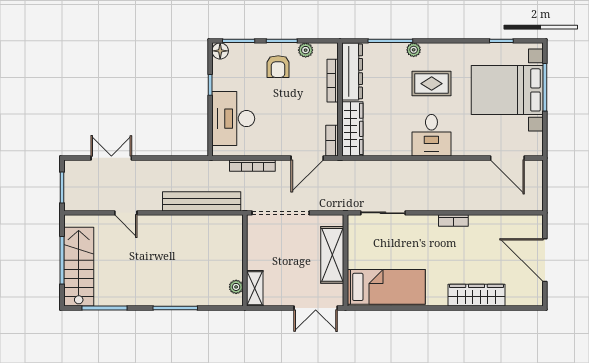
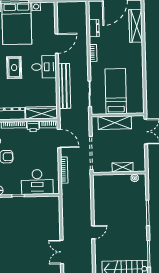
printer: (329, 114) -> (33, 126), added
door: (507, 158) -> (57, 43), moved
bench: (202, 201) -> (64, 86), moved
door: (126, 213) -> (93, 232), moved
dresser: (496, 223) -> (94, 28), added
bed: (386, 287) -> (116, 91), moved
shelving: (255, 288) -> (123, 167), moved
wardrobe: (477, 295) -> (136, 26), moved

